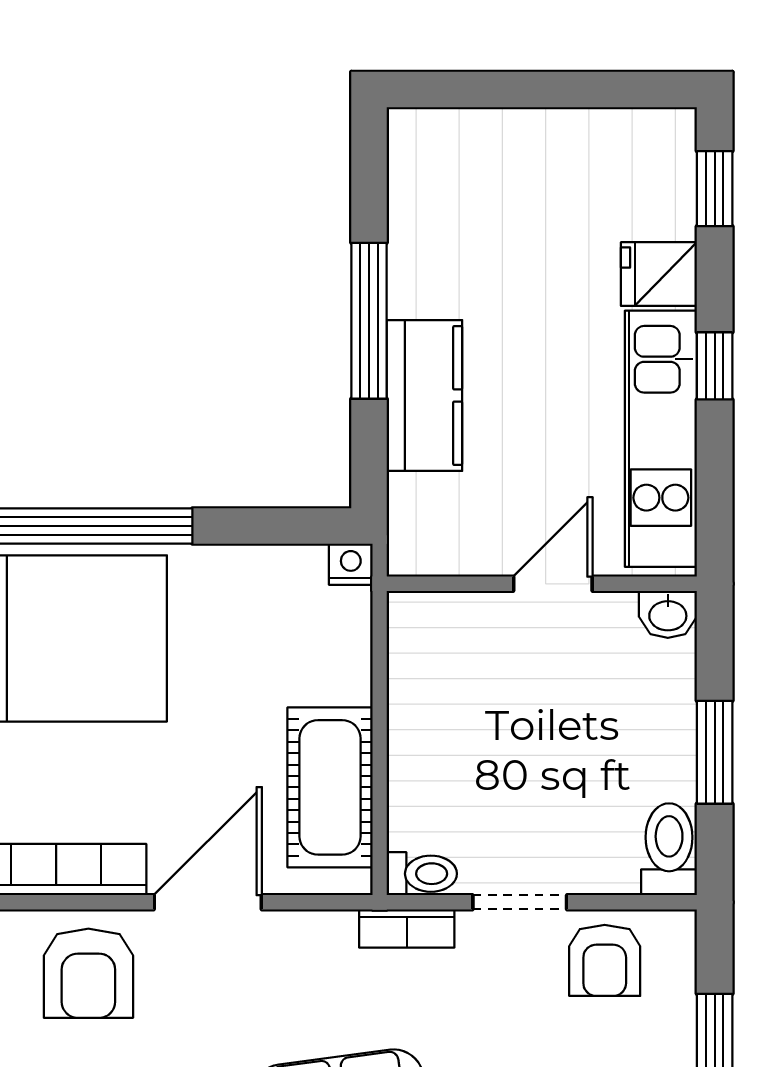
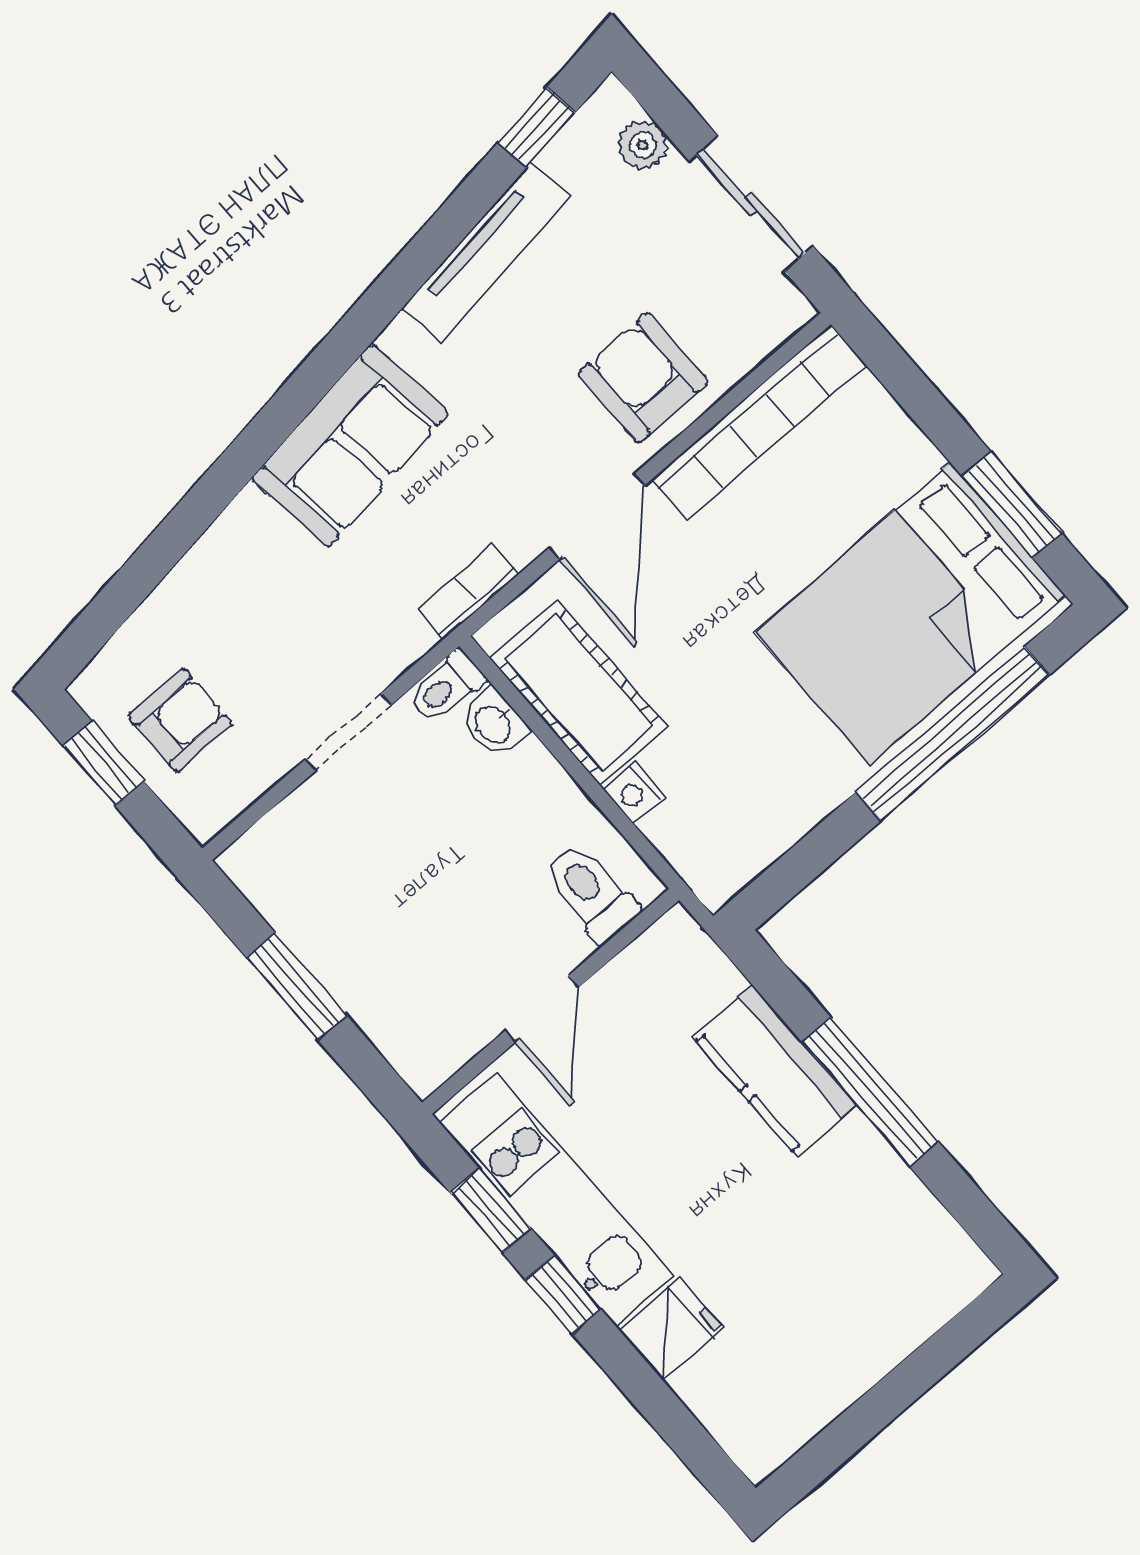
window: (715, 189) -> (491, 1211), moved
nightstand: (351, 564) -> (635, 793), moved, turned 90
washbasin: (668, 614) -> (494, 723), moved, turned -90
toilet: (669, 849) -> (591, 892), moved, turned 180
bookcase: (407, 928) -> (468, 592), moved
armchair: (605, 960) -> (180, 720), moved, turned 90

